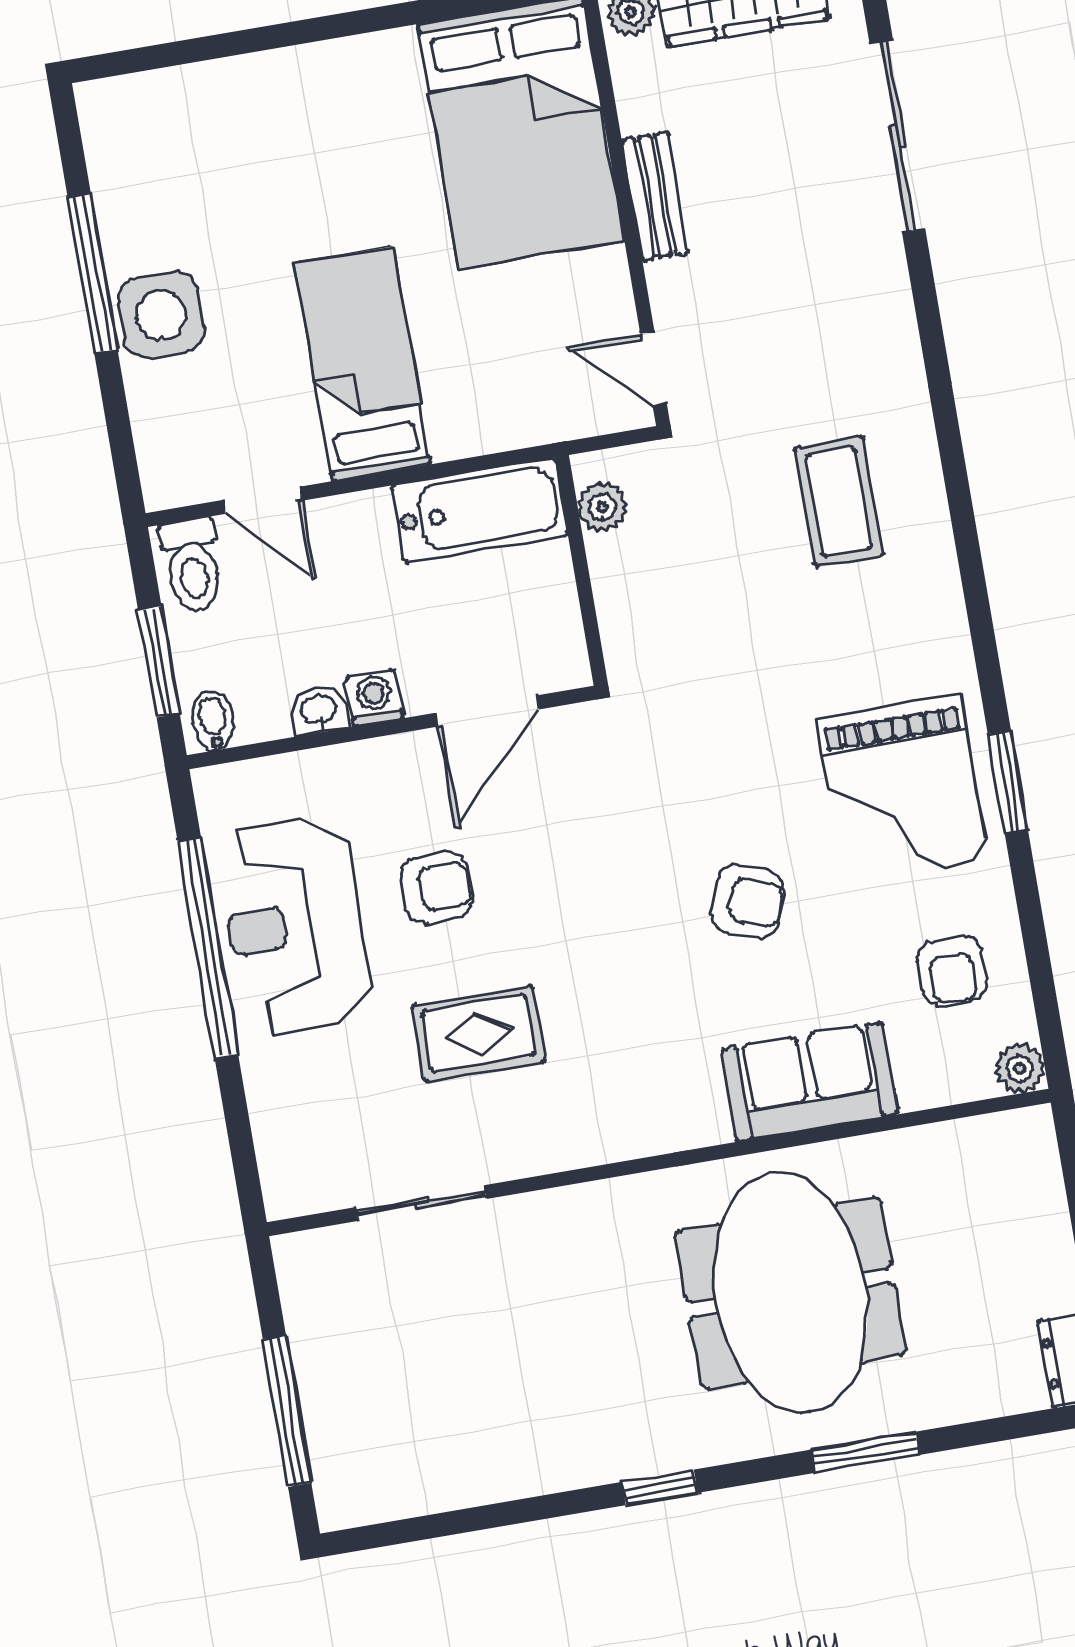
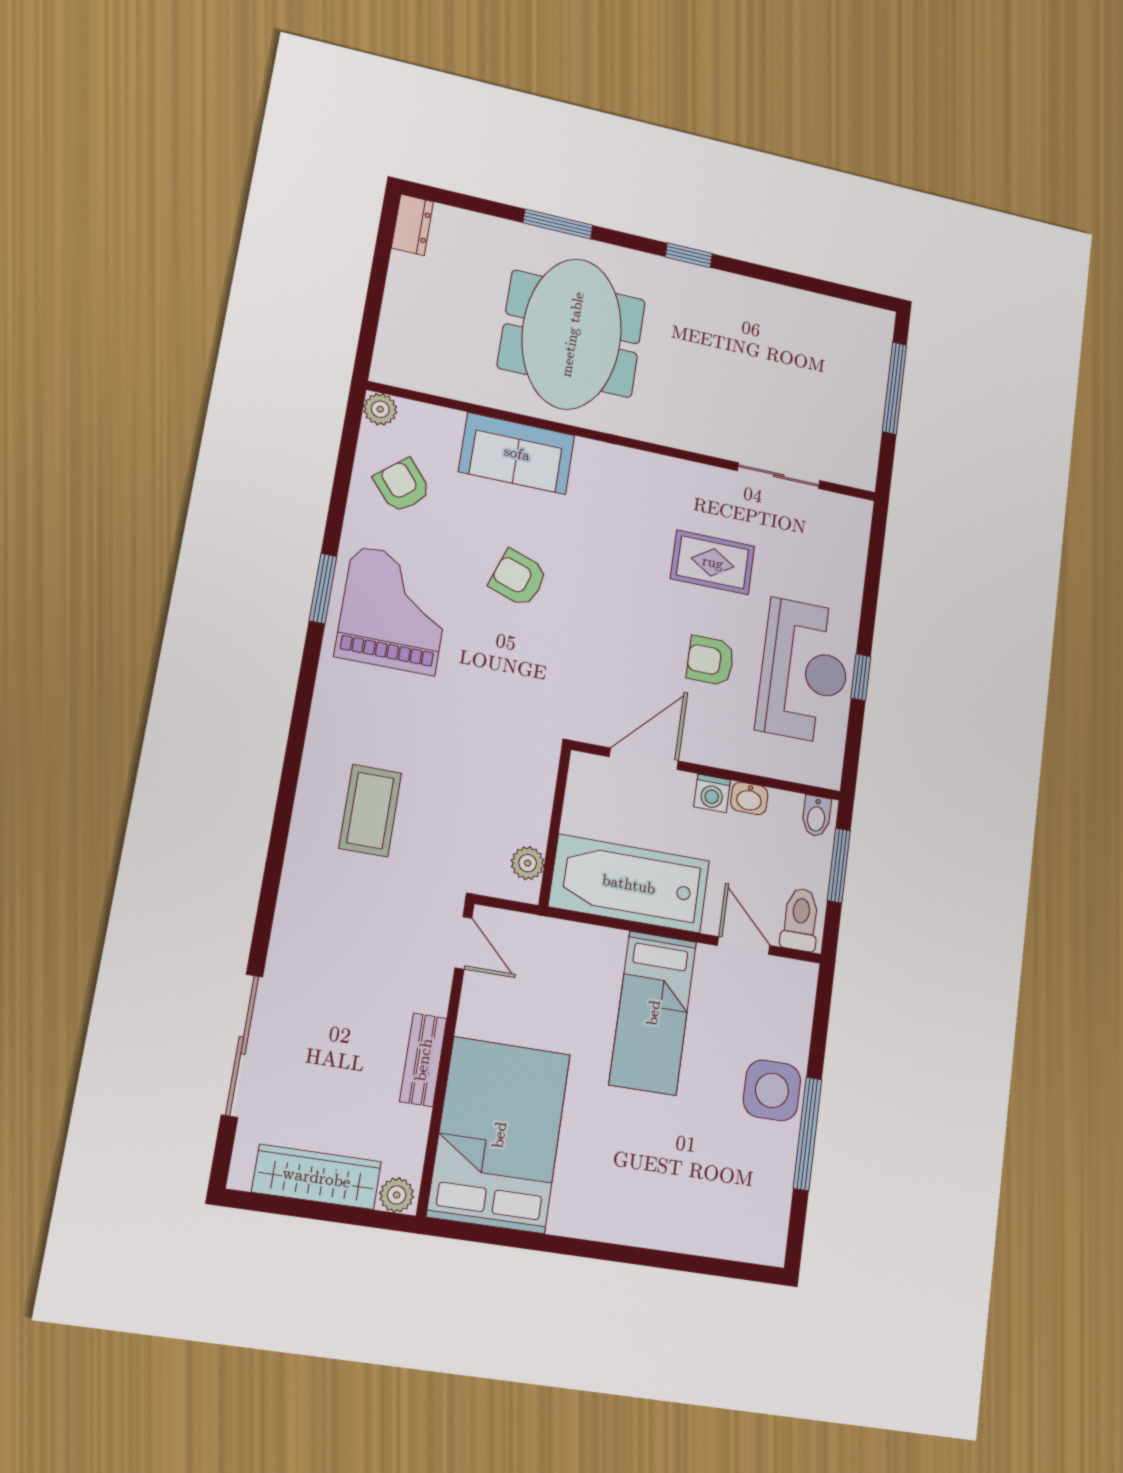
bathtub: (479, 510) -> (629, 884), width x1.36, depth x1.36
window: (208, 948) -> (861, 677), width x0.32
armchair: (952, 971) -> (402, 485), turned -40

